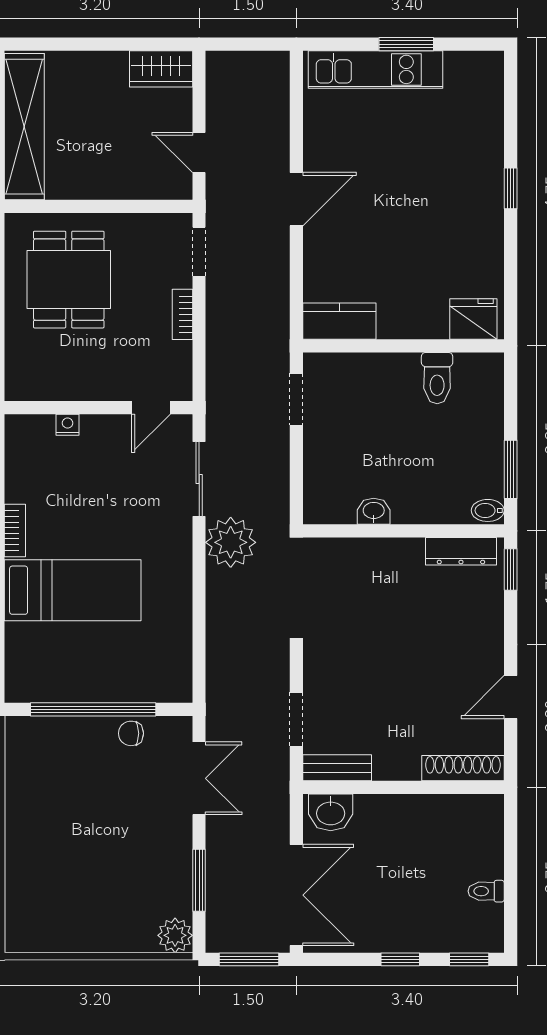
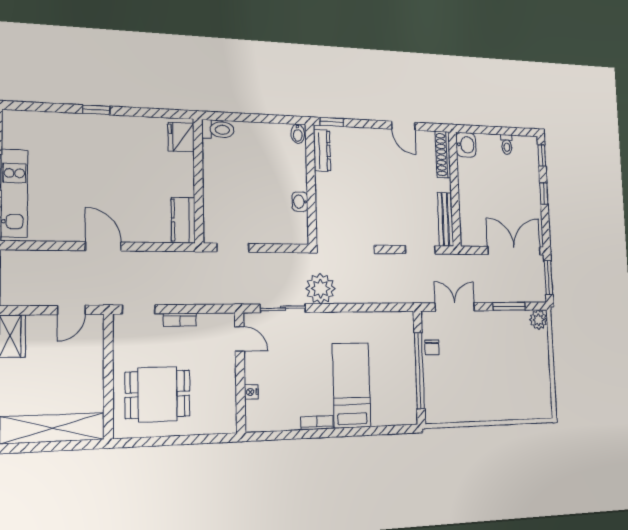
toilet: (437, 378) -> (218, 129), moved
window: (511, 469) -> (273, 119), removed
bench: (337, 768) -> (445, 219), width x1.36
washbasin: (331, 812) -> (466, 145), moved

